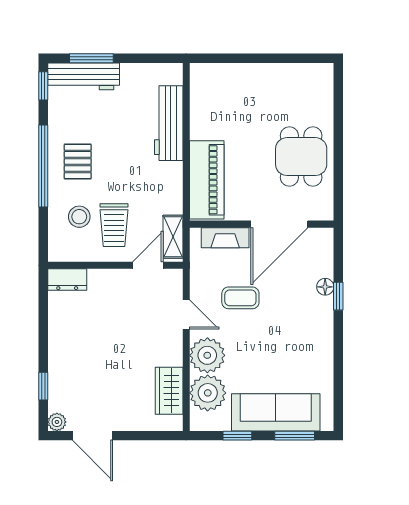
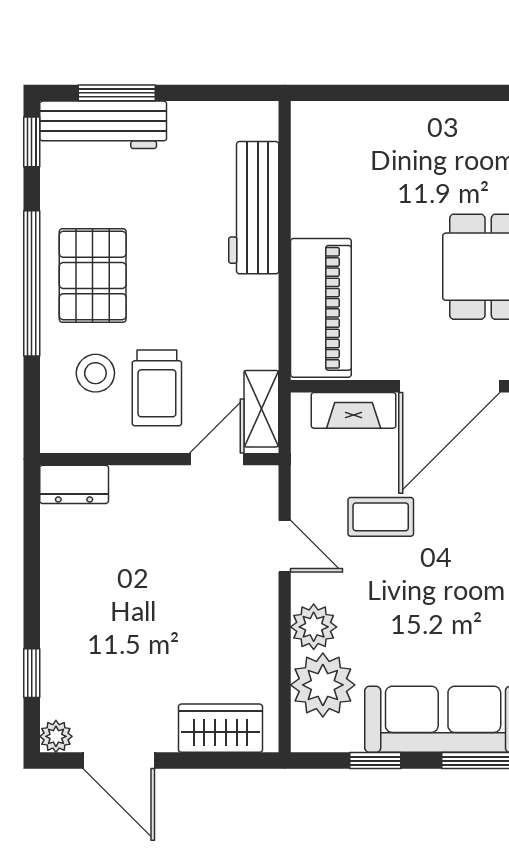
pallet: (78, 161) -> (93, 275), width x1.50, depth x1.42
plant: (207, 355) -> (314, 627), width x0.73, depth x0.73
wardrobe: (169, 391) -> (220, 728), moved, turned 90

